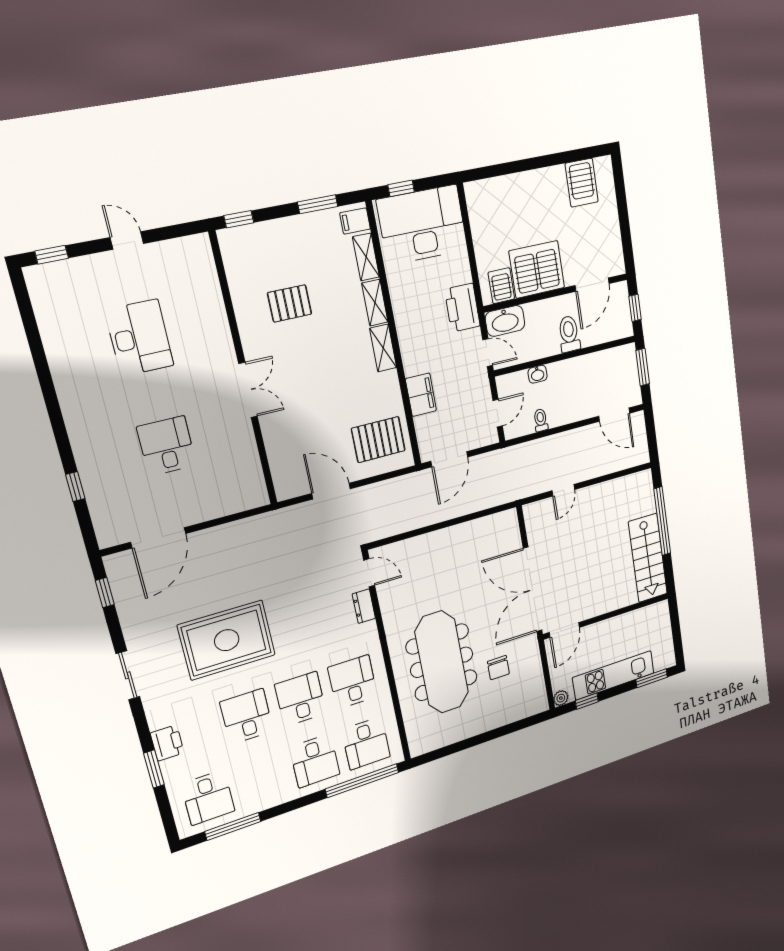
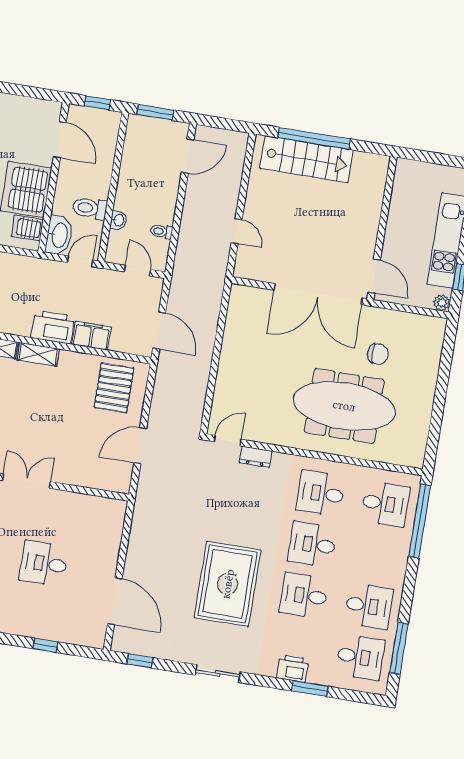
printer: (462, 308) -> (53, 327), moved, turned 180
toilet: (569, 334) -> (90, 208), moved
stairs: (648, 558) -> (307, 159), moved
desk: (315, 761) -> (369, 606), moved

